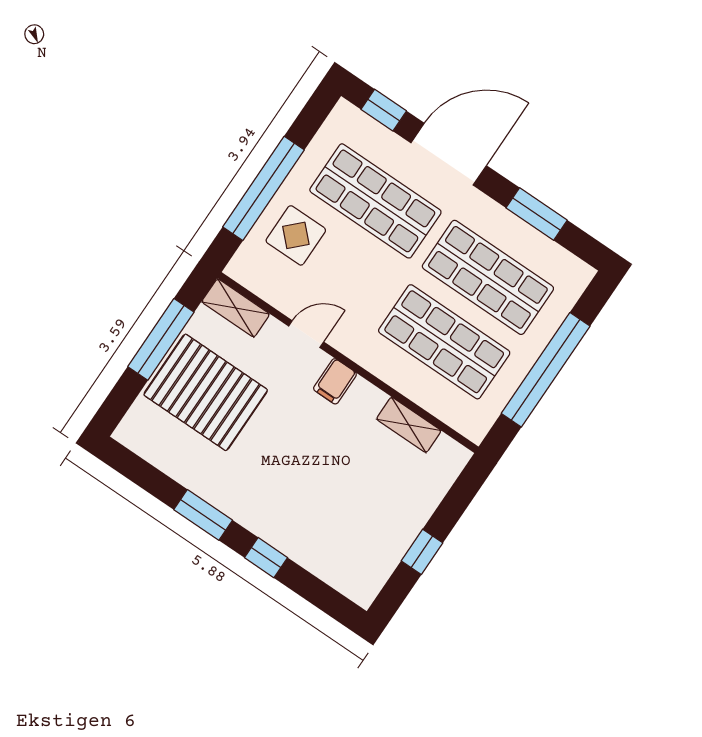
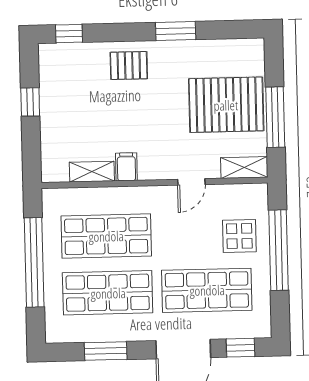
filing cabinet: (335, 381) -> (126, 167), moved
pallet: (283, 514) -> (129, 65), added
window: (266, 558) -> (69, 34), moved

